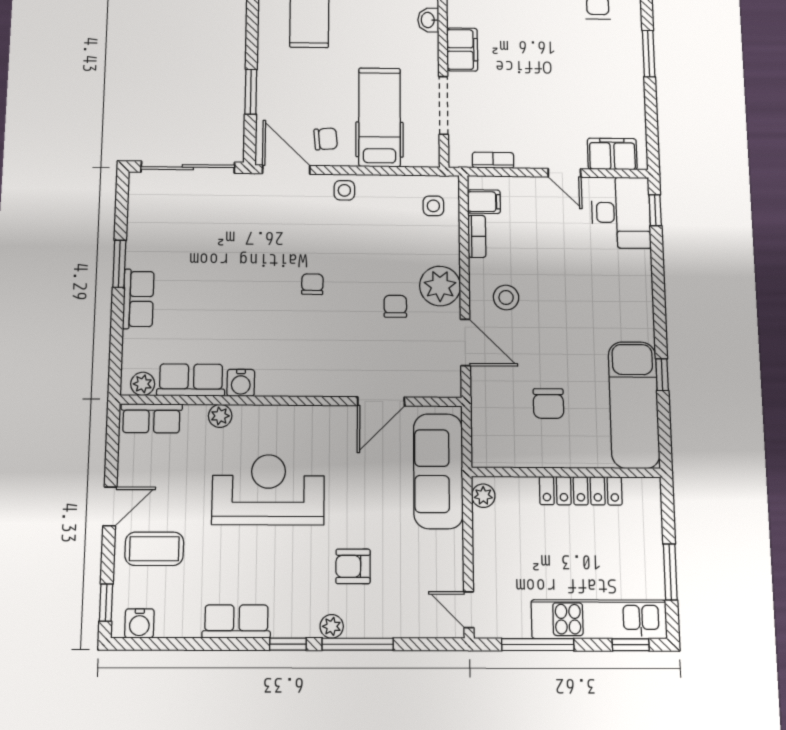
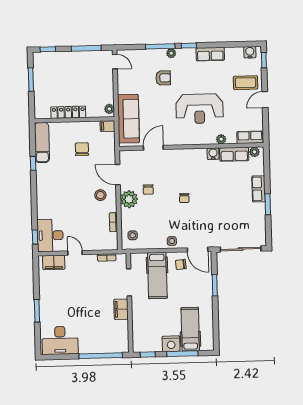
washbasin: (428, 20) -> (137, 323), removed
filing cabinet: (484, 202) -> (108, 126), moved
exam couch: (634, 405) -> (42, 143), width x0.73, depth x0.69
kitchen unit: (599, 619) -> (61, 59), removed

